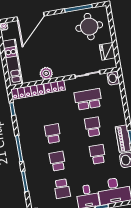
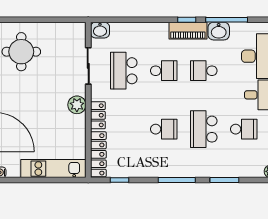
fridge: (107, 51) -> (61, 32), removed
plant: (46, 73) -> (77, 105), moved
school desk: (93, 127) -> (164, 71), turned 180
school desk: (53, 134) -> (164, 129), turned 180
school desk: (57, 161) -> (204, 129), width x1.85

